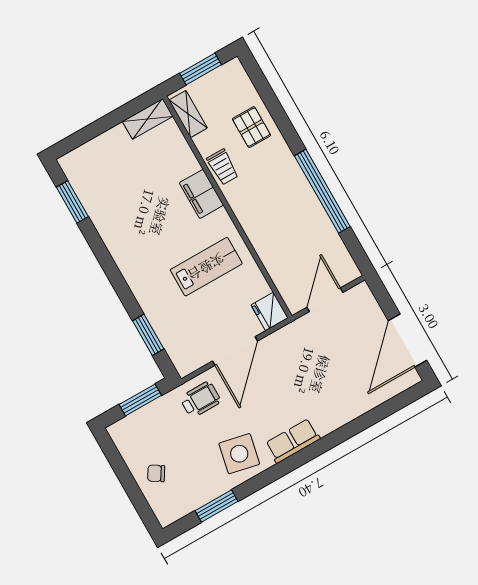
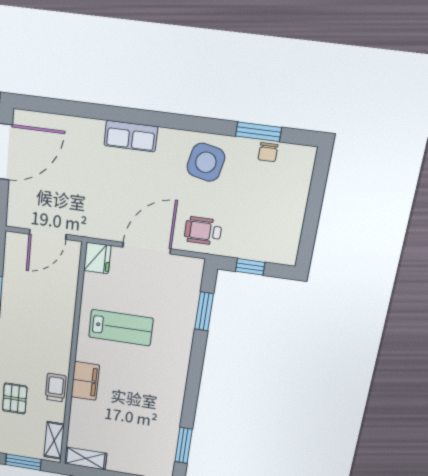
lab bench: (206, 267) -> (121, 328), turned 180
window: (140, 400) -> (250, 267), width x0.67
row of seats: (293, 441) -> (131, 136), moved
chair: (156, 473) -> (268, 152), moved, turned 58

